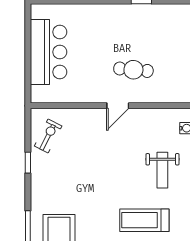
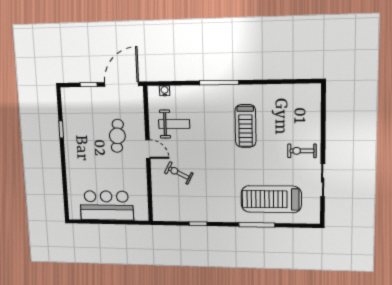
exercise bike: (48, 136) -> (179, 173), moved
weight bench: (162, 170) -> (174, 124), moved

